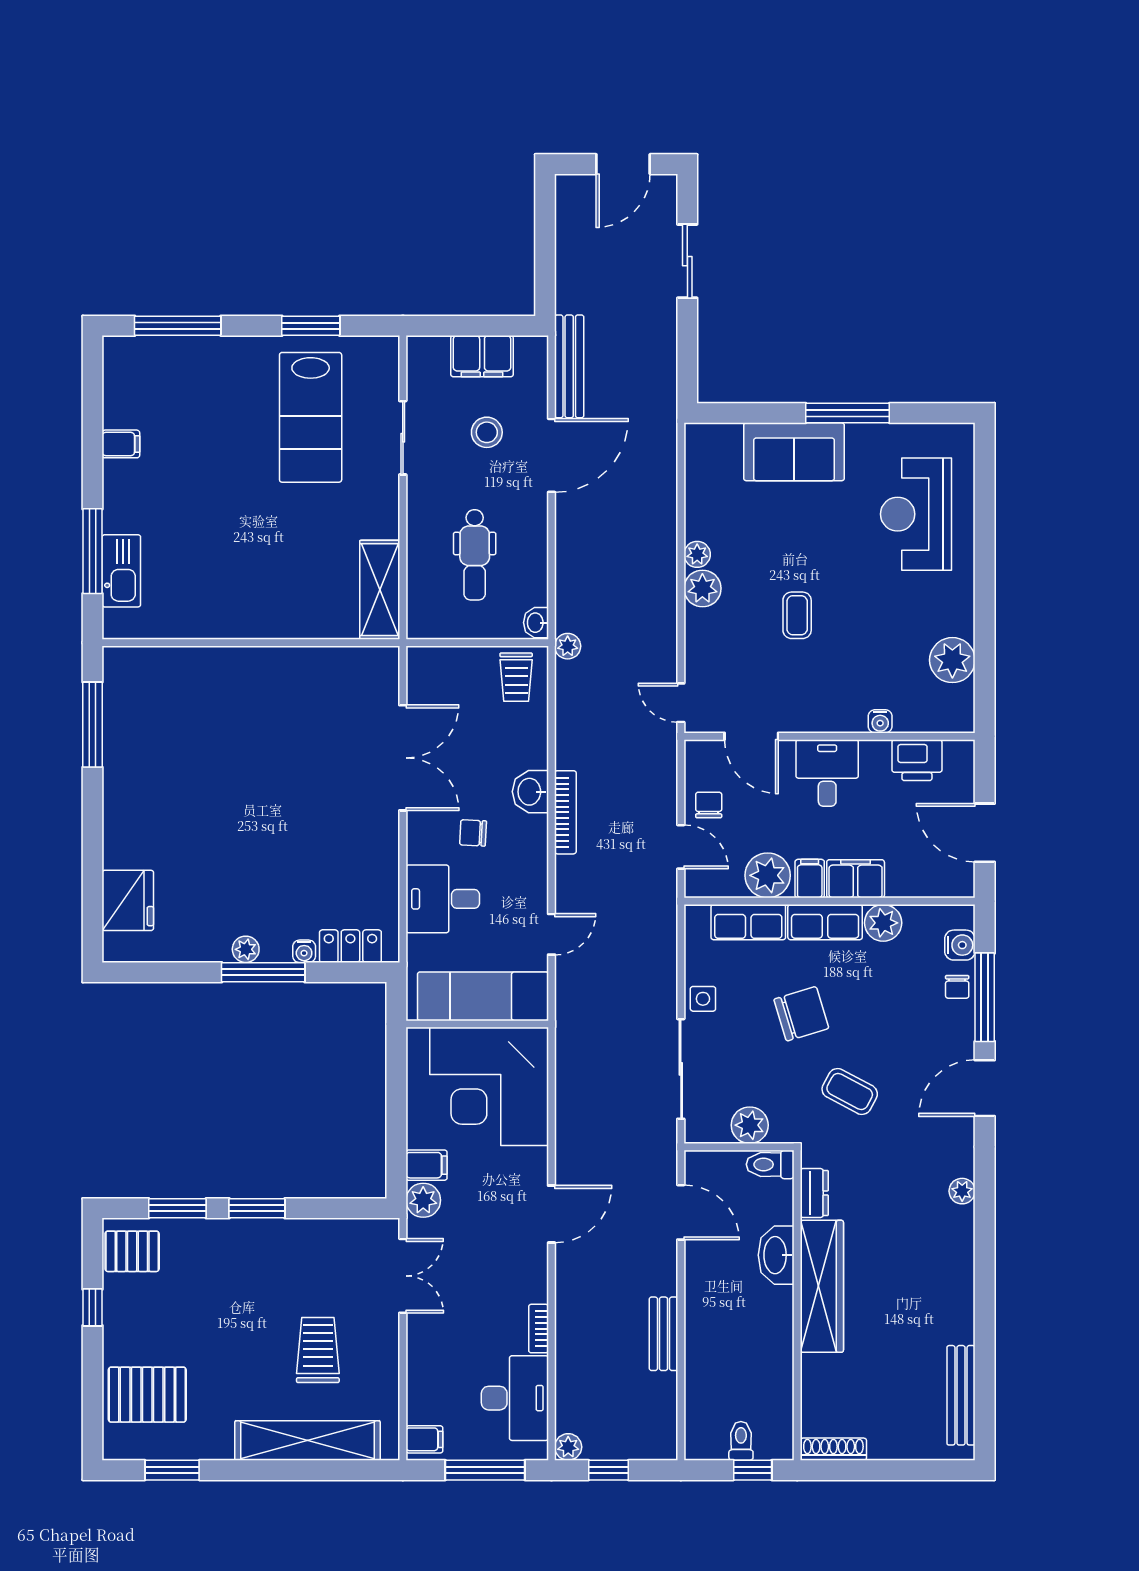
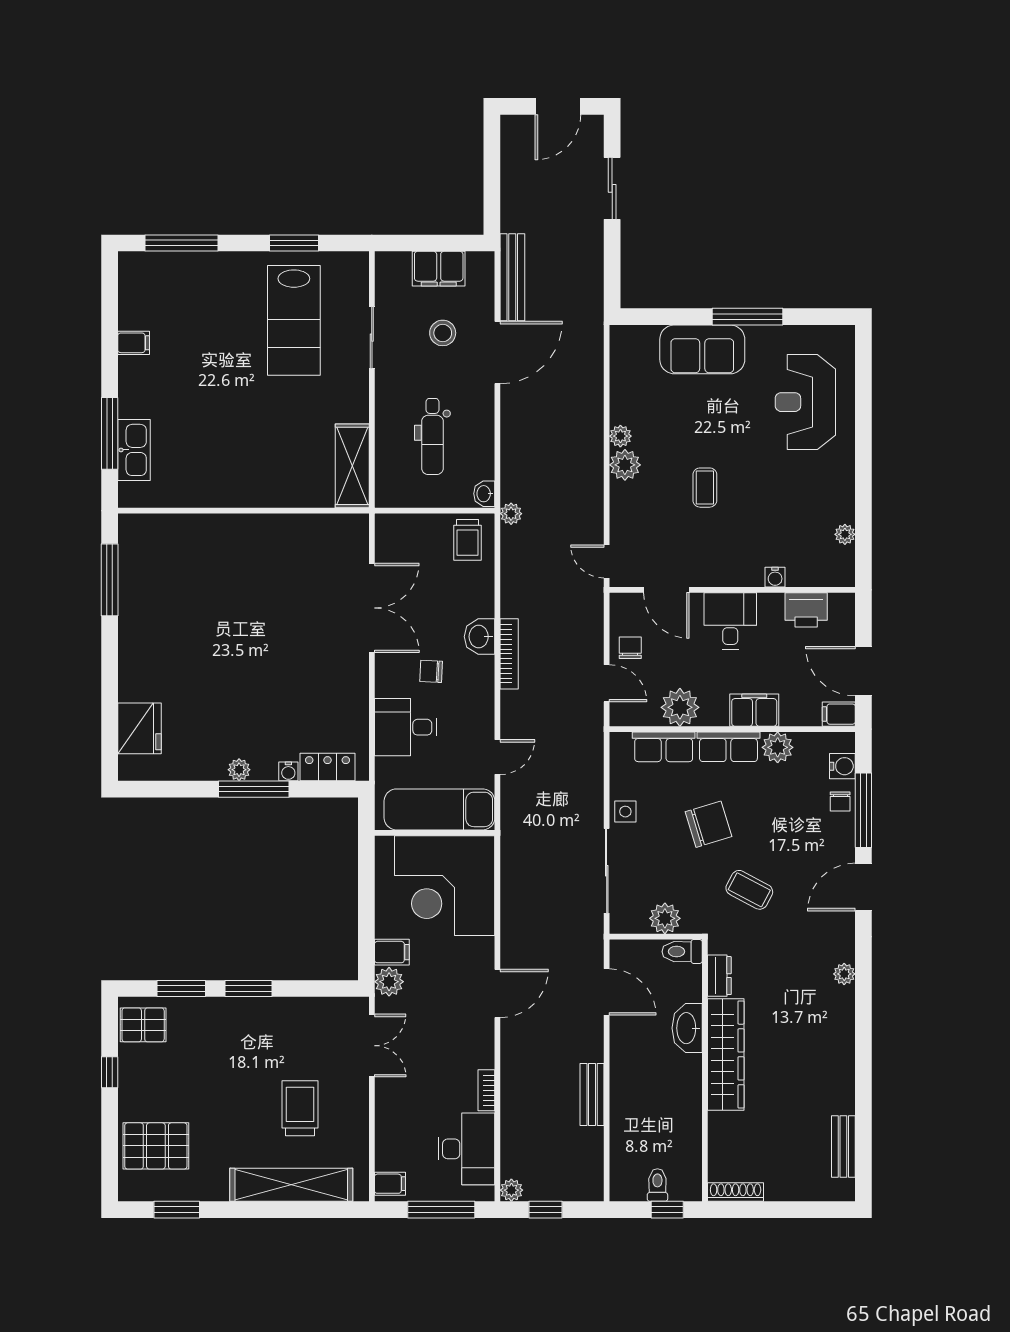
plant: (952, 660) -> (845, 534), width x0.53, depth x0.53
filing cabinet: (810, 879) -> (839, 714), moved, turned -90
bench: (961, 1395) -> (843, 1147), width x0.73

